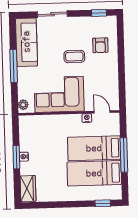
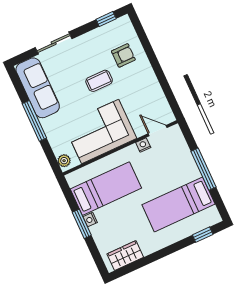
armchair: (100, 45) -> (123, 55), turned -90
bed: (94, 148) -> (106, 189), moved, turned 180
wardrobe: (28, 189) -> (125, 256), moved, turned -90

